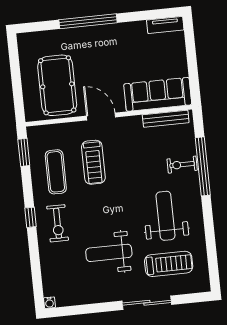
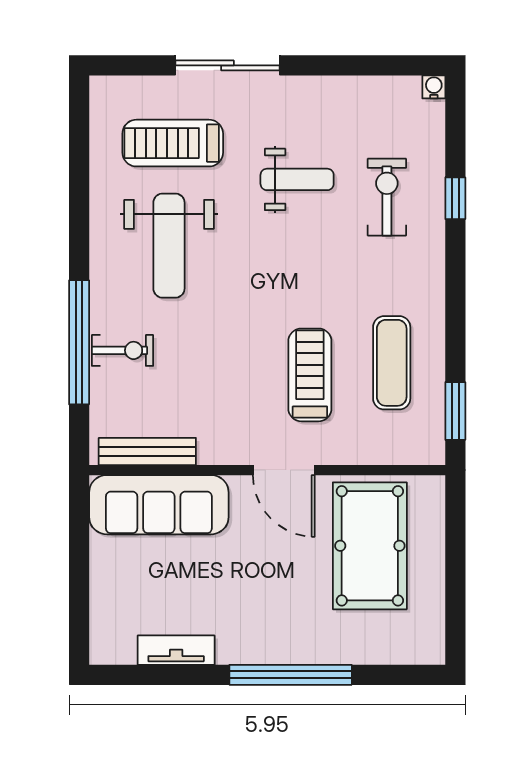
tv unit: (165, 25) -> (176, 650), moved
window: (30, 217) -> (455, 198), moved
exercise bike: (58, 223) -> (387, 197), moved
weight bench: (109, 253) -> (297, 179), width x0.73, depth x0.75

